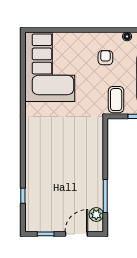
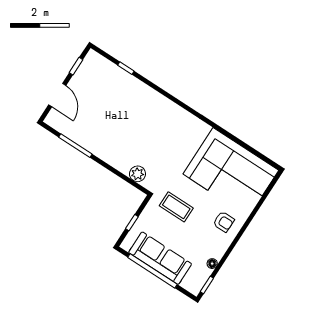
armchair: (105, 58) -> (224, 222), moved
coffee table: (116, 100) -> (176, 207), moved
plant: (96, 215) -> (137, 174), moved

